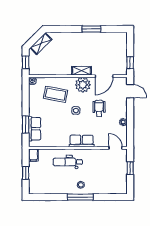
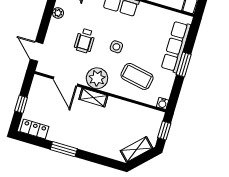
locker: (116, 37) -> (34, 129), added
window: (130, 63) -> (21, 104), moved
door: (104, 76) -> (65, 81), swing flipped
window: (26, 124) -> (184, 65), moved
row of seats: (35, 129) -> (176, 47), width x1.48

